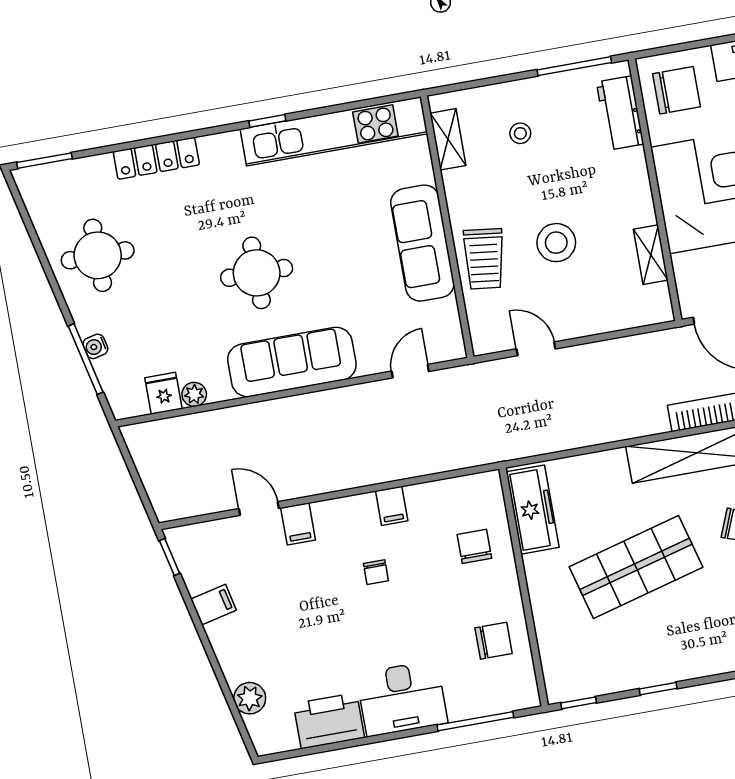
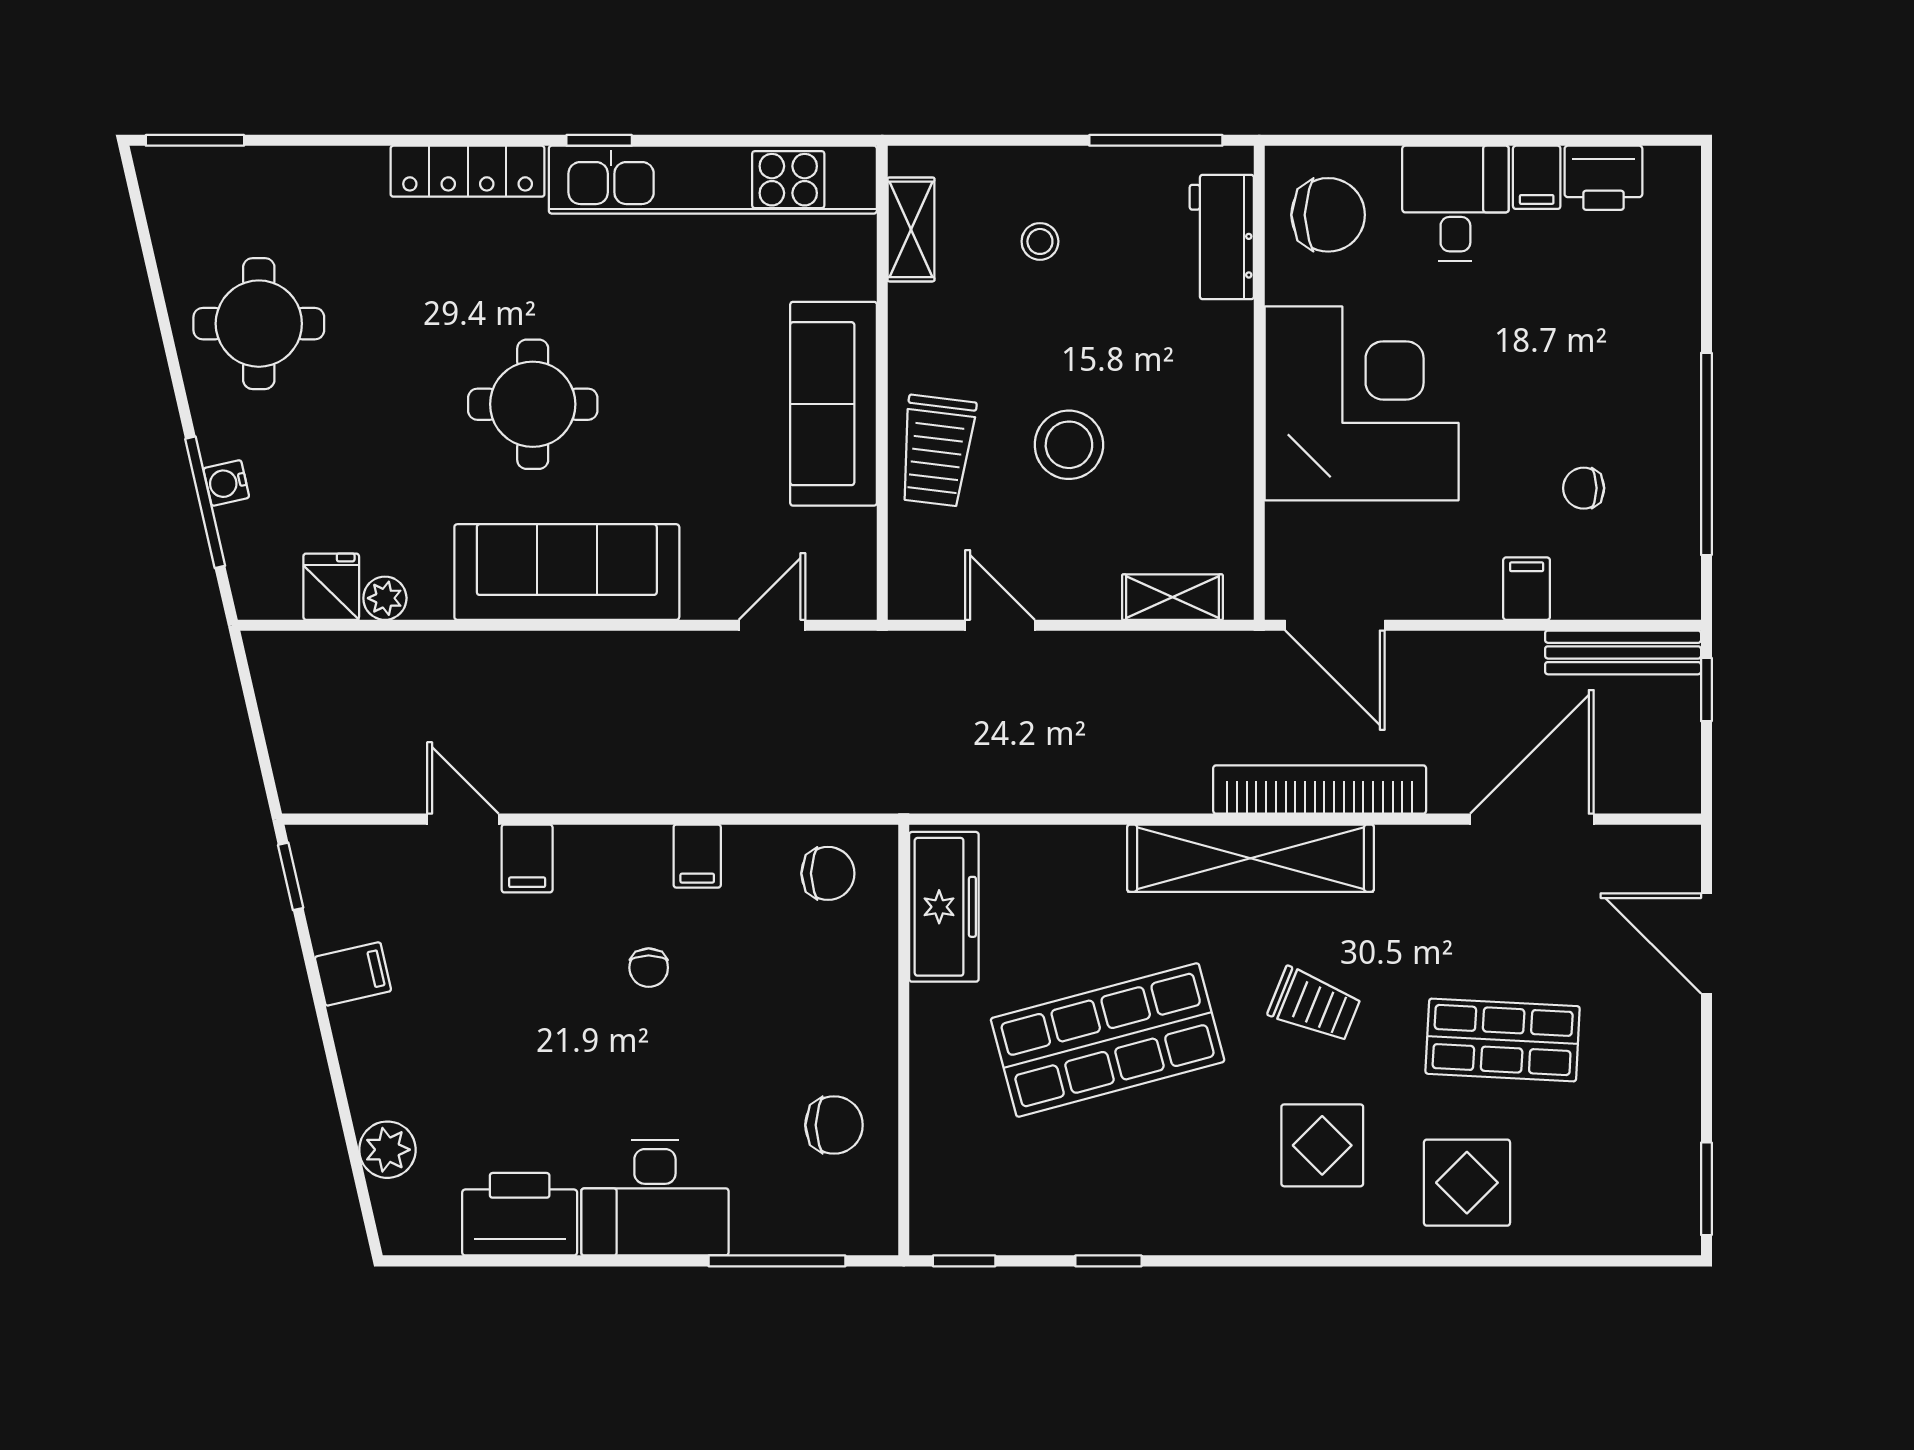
locker: (156, 158) -> (468, 171), moved
shelving: (651, 255) -> (1172, 597), moved, turned 90
chair: (474, 546) -> (828, 873), moved, turned 90

